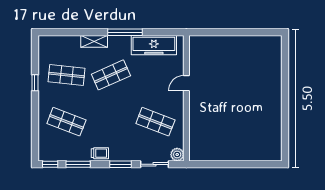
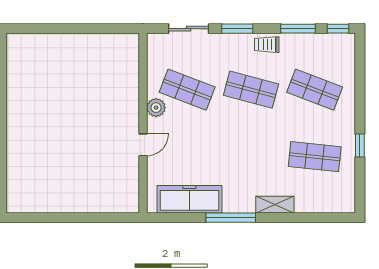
shop shelf: (111, 75) -> (251, 90), moved, turned 39
plant: (177, 154) -> (156, 108), moved

